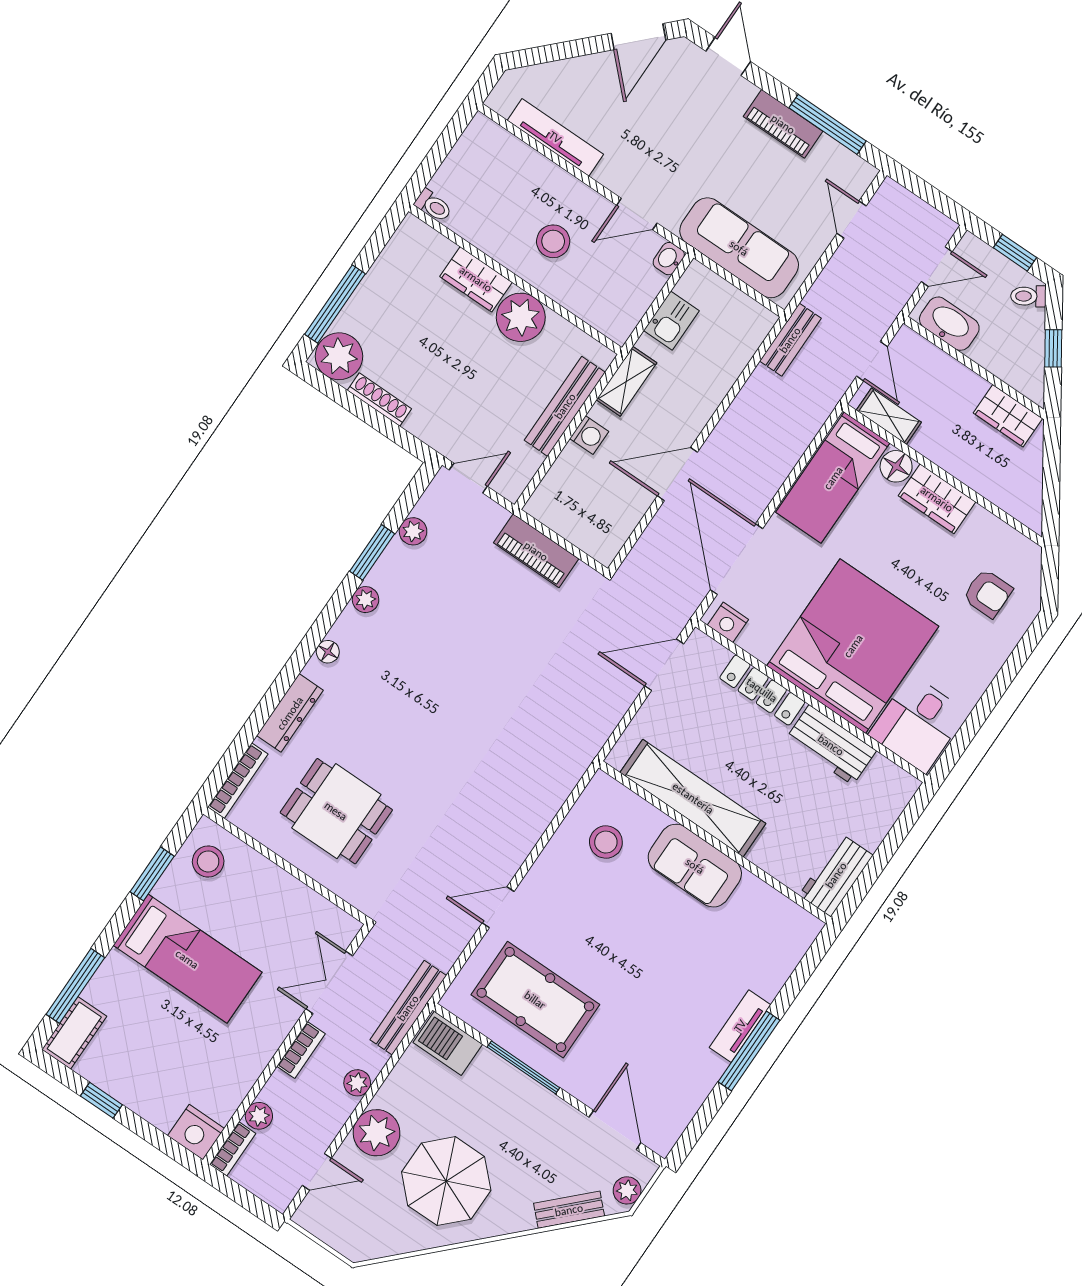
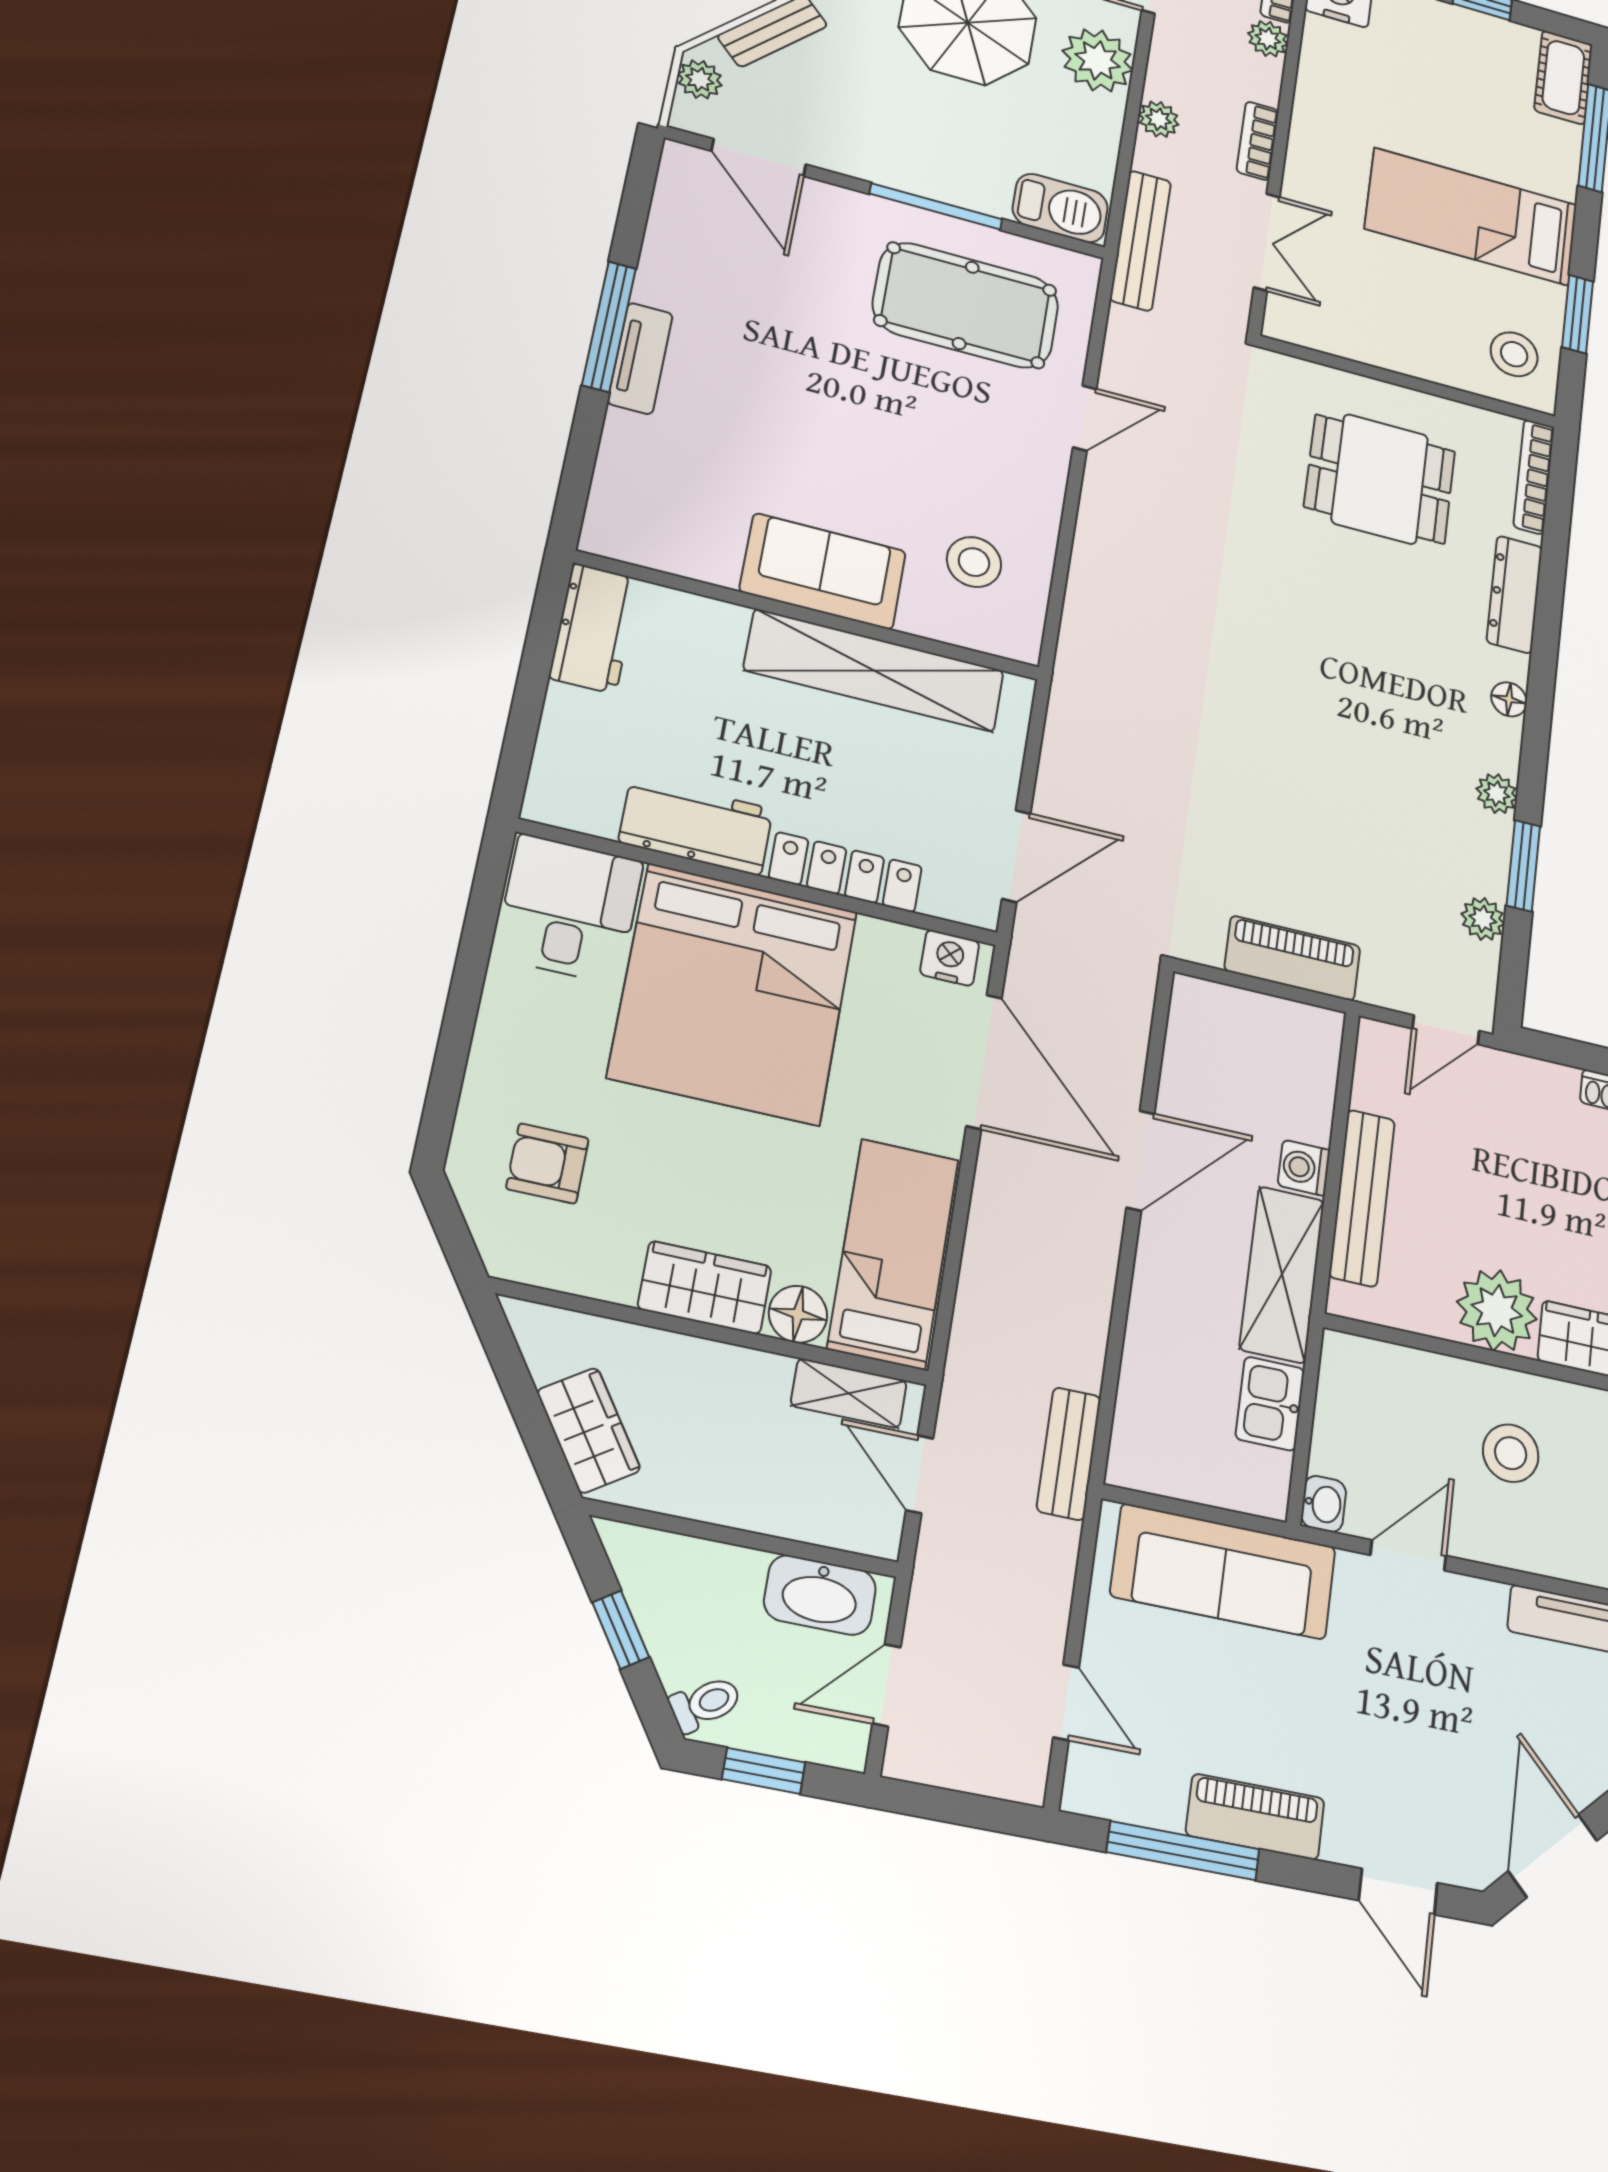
shelving: (626, 381) -> (1282, 1275), width x1.50, depth x1.33
wardrobe: (1008, 416) -> (589, 1430), moved, turned 56

